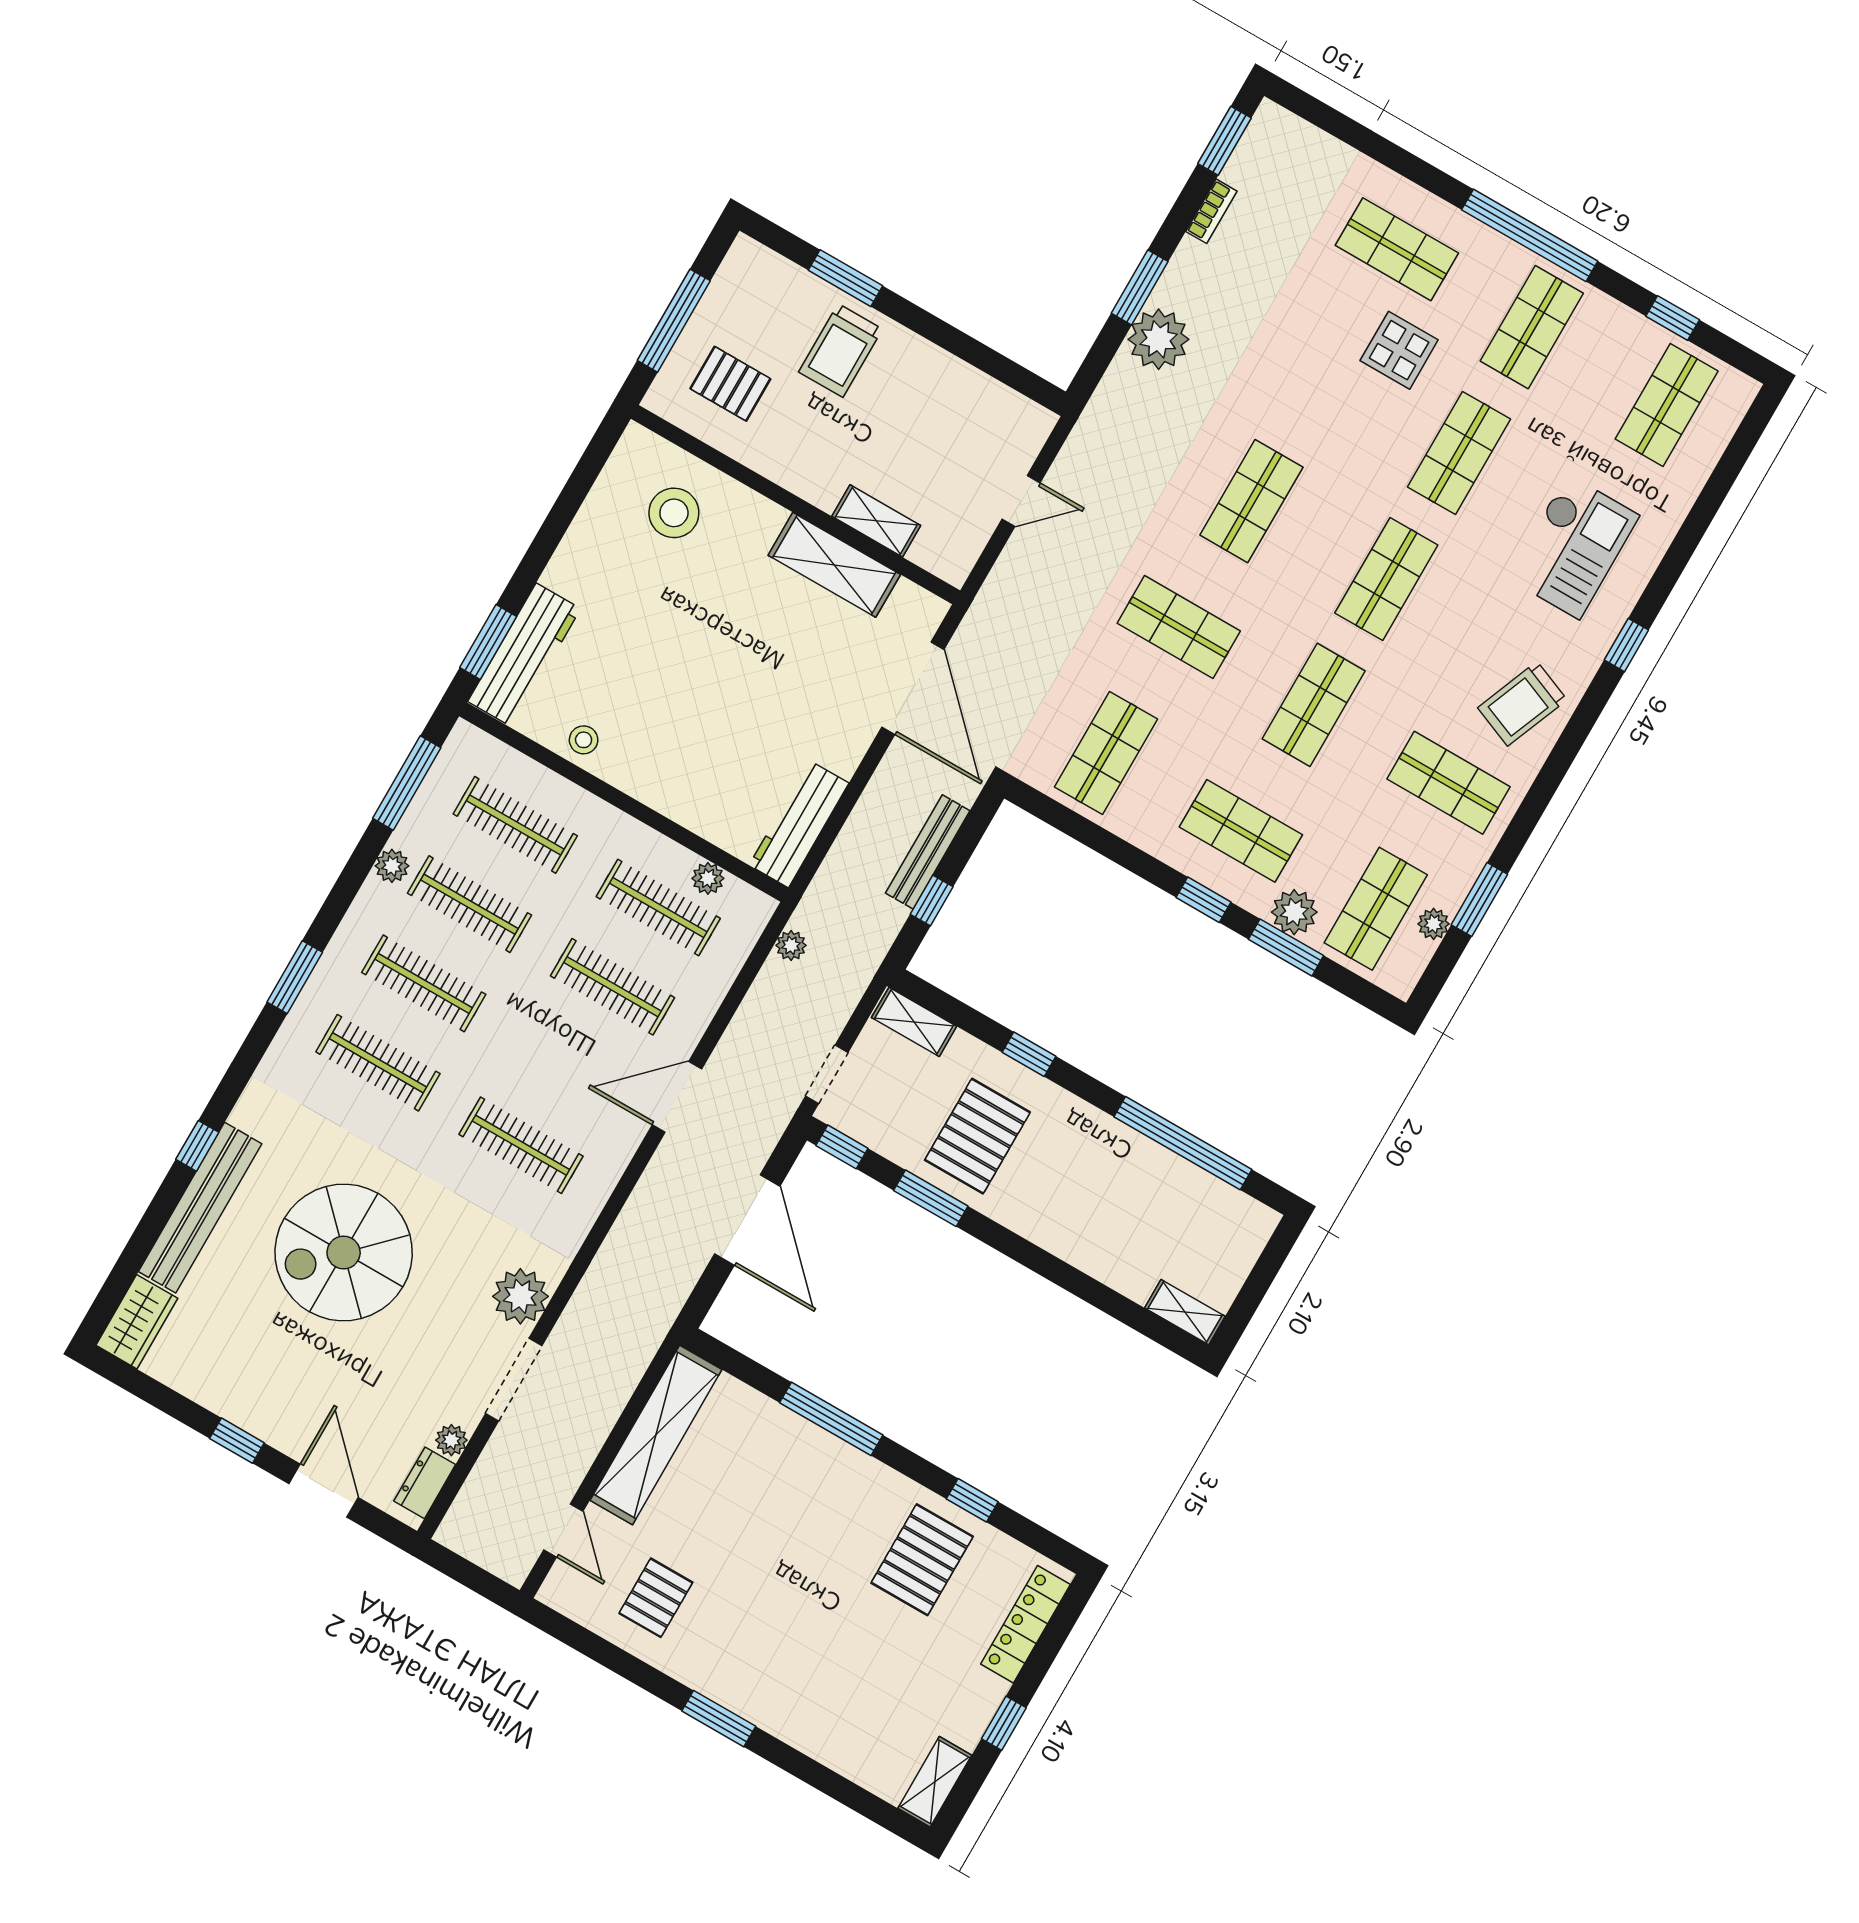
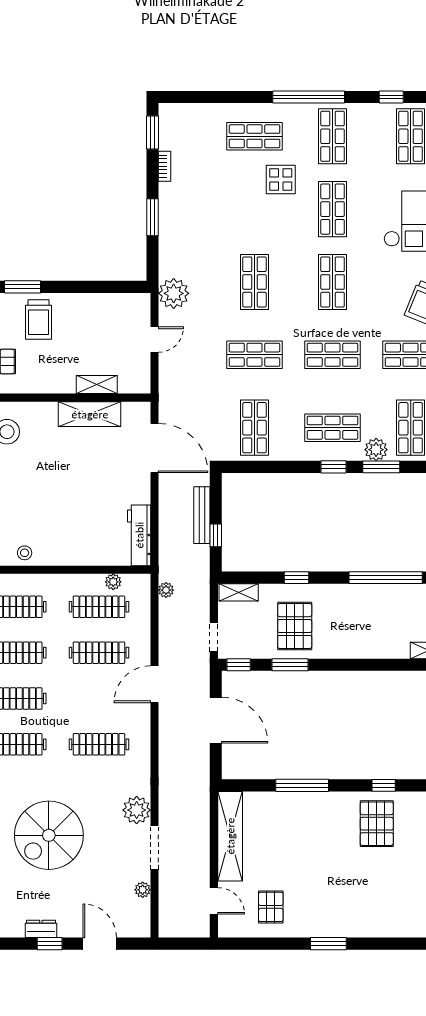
plant: (1159, 339) -> (174, 293), moved
shop shelf: (1314, 705) -> (333, 355), turned 90
dresser: (425, 1483) -> (41, 929), moved, turned 90

